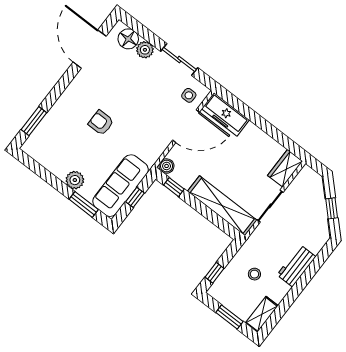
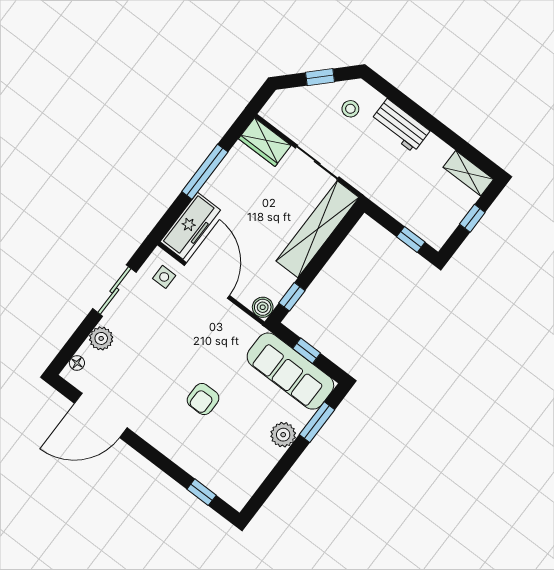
floor lamp: (128, 39) -> (77, 363), width x0.53, depth x0.53
window: (34, 121) -> (202, 492), width x0.67
window: (264, 125) -> (205, 172), added
stool: (254, 274) -> (350, 109), moved
window: (229, 317) -> (472, 218), width x0.67

